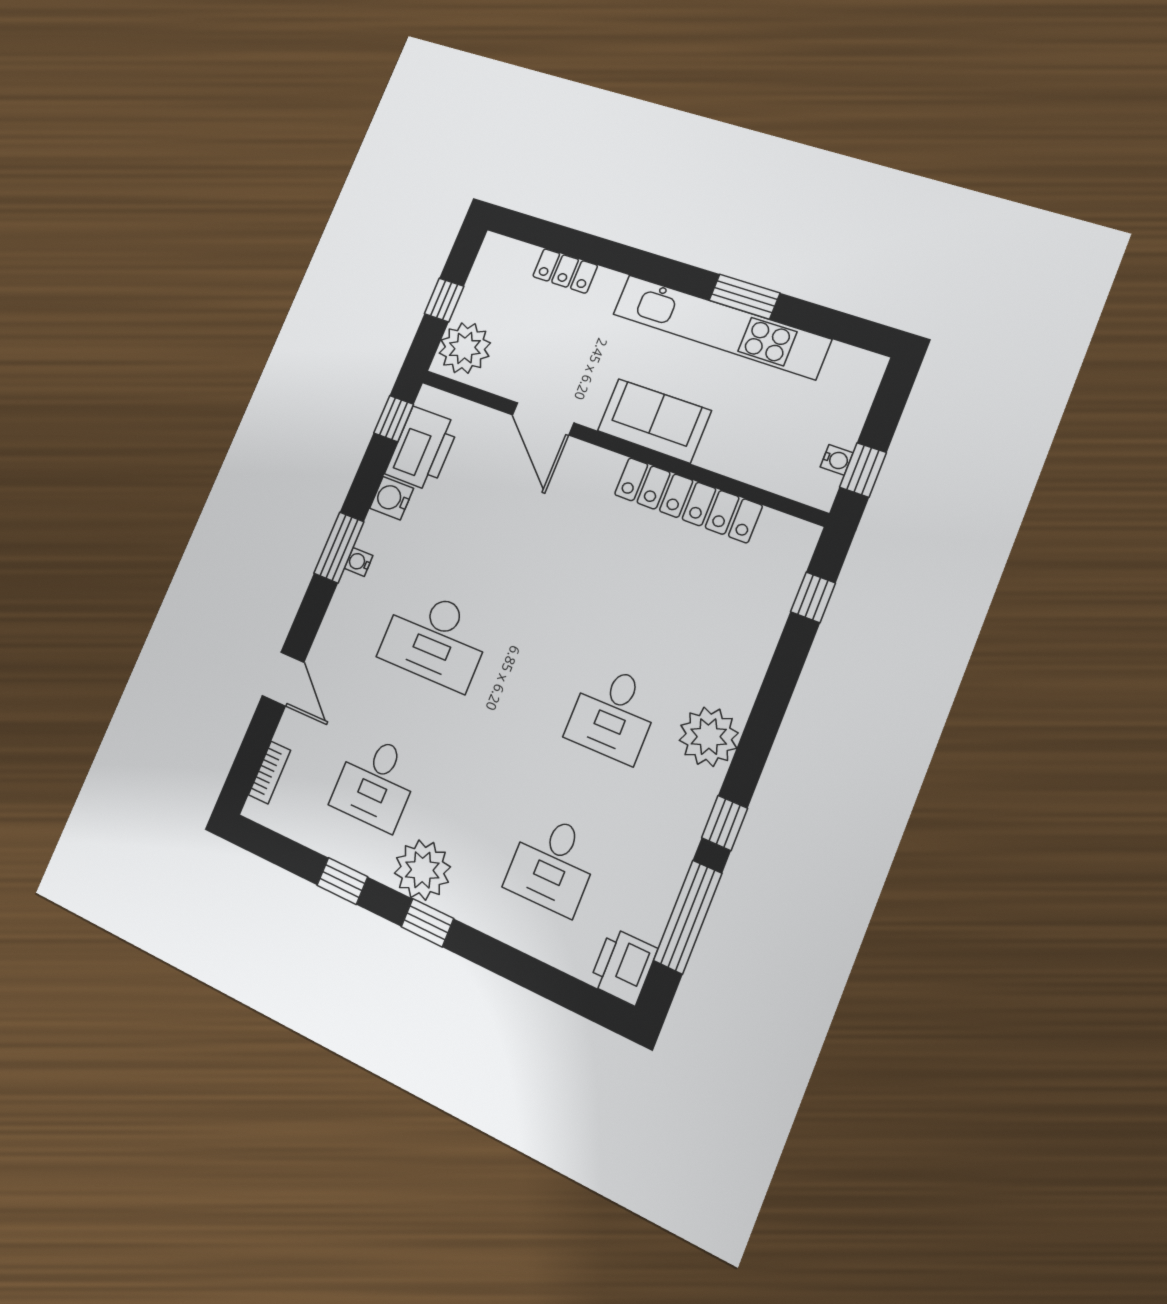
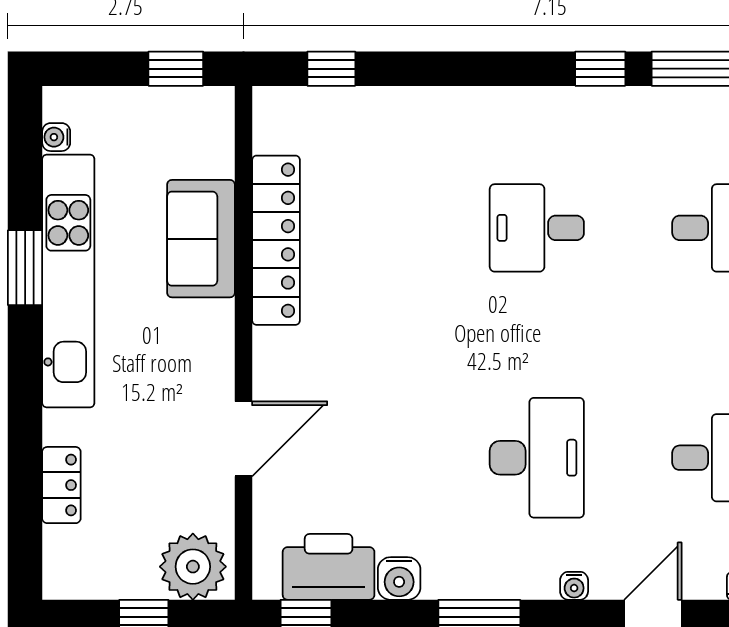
sofa: (654, 421) -> (201, 239), moved
water cooler: (837, 460) -> (56, 137), moved, turned -90
water cooler: (359, 562) -> (574, 586), moved
desk: (613, 714) -> (537, 228), turned 180
plant: (709, 737) -> (519, 119), removed

